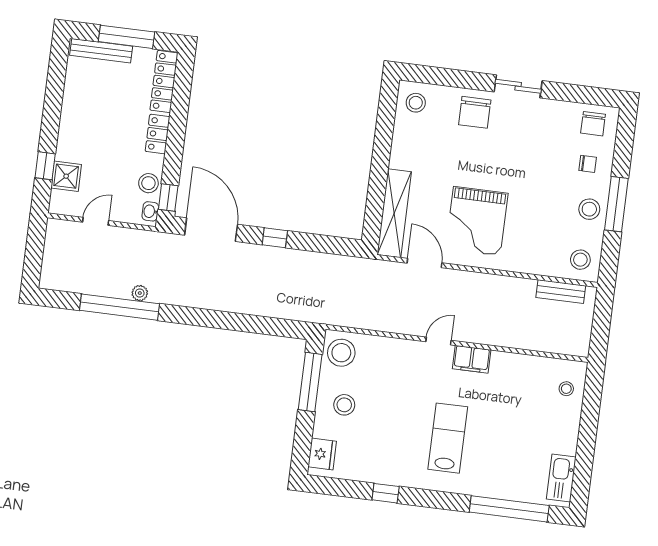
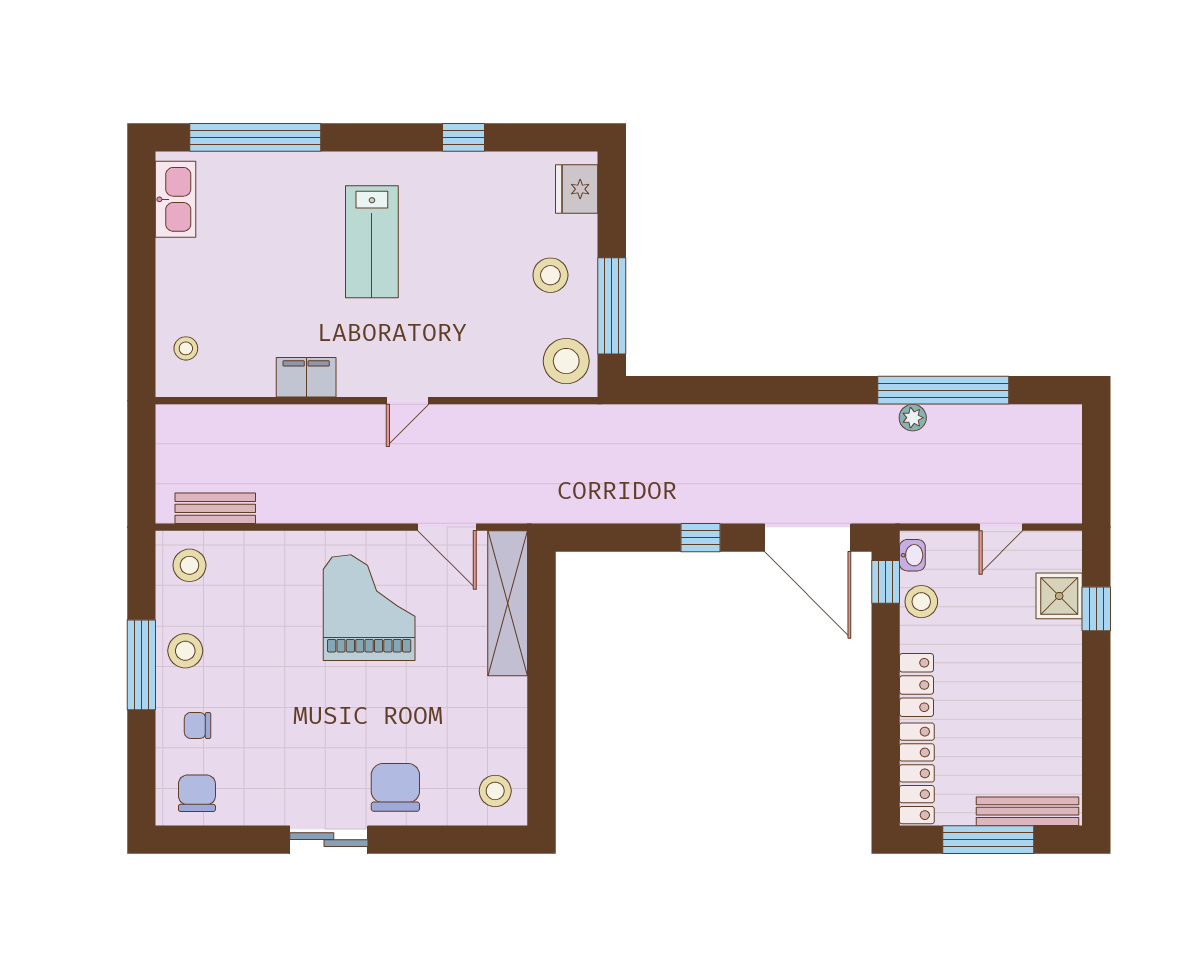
filing cabinet: (472, 359) -> (306, 377), moved

